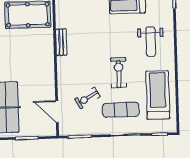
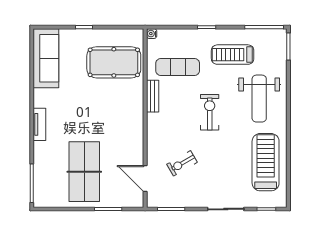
weight bench: (151, 42) -> (259, 99), width x1.36, depth x1.33
exercise bike: (119, 73) -> (210, 112), moved
exercise mat: (121, 110) -> (178, 67), moved

